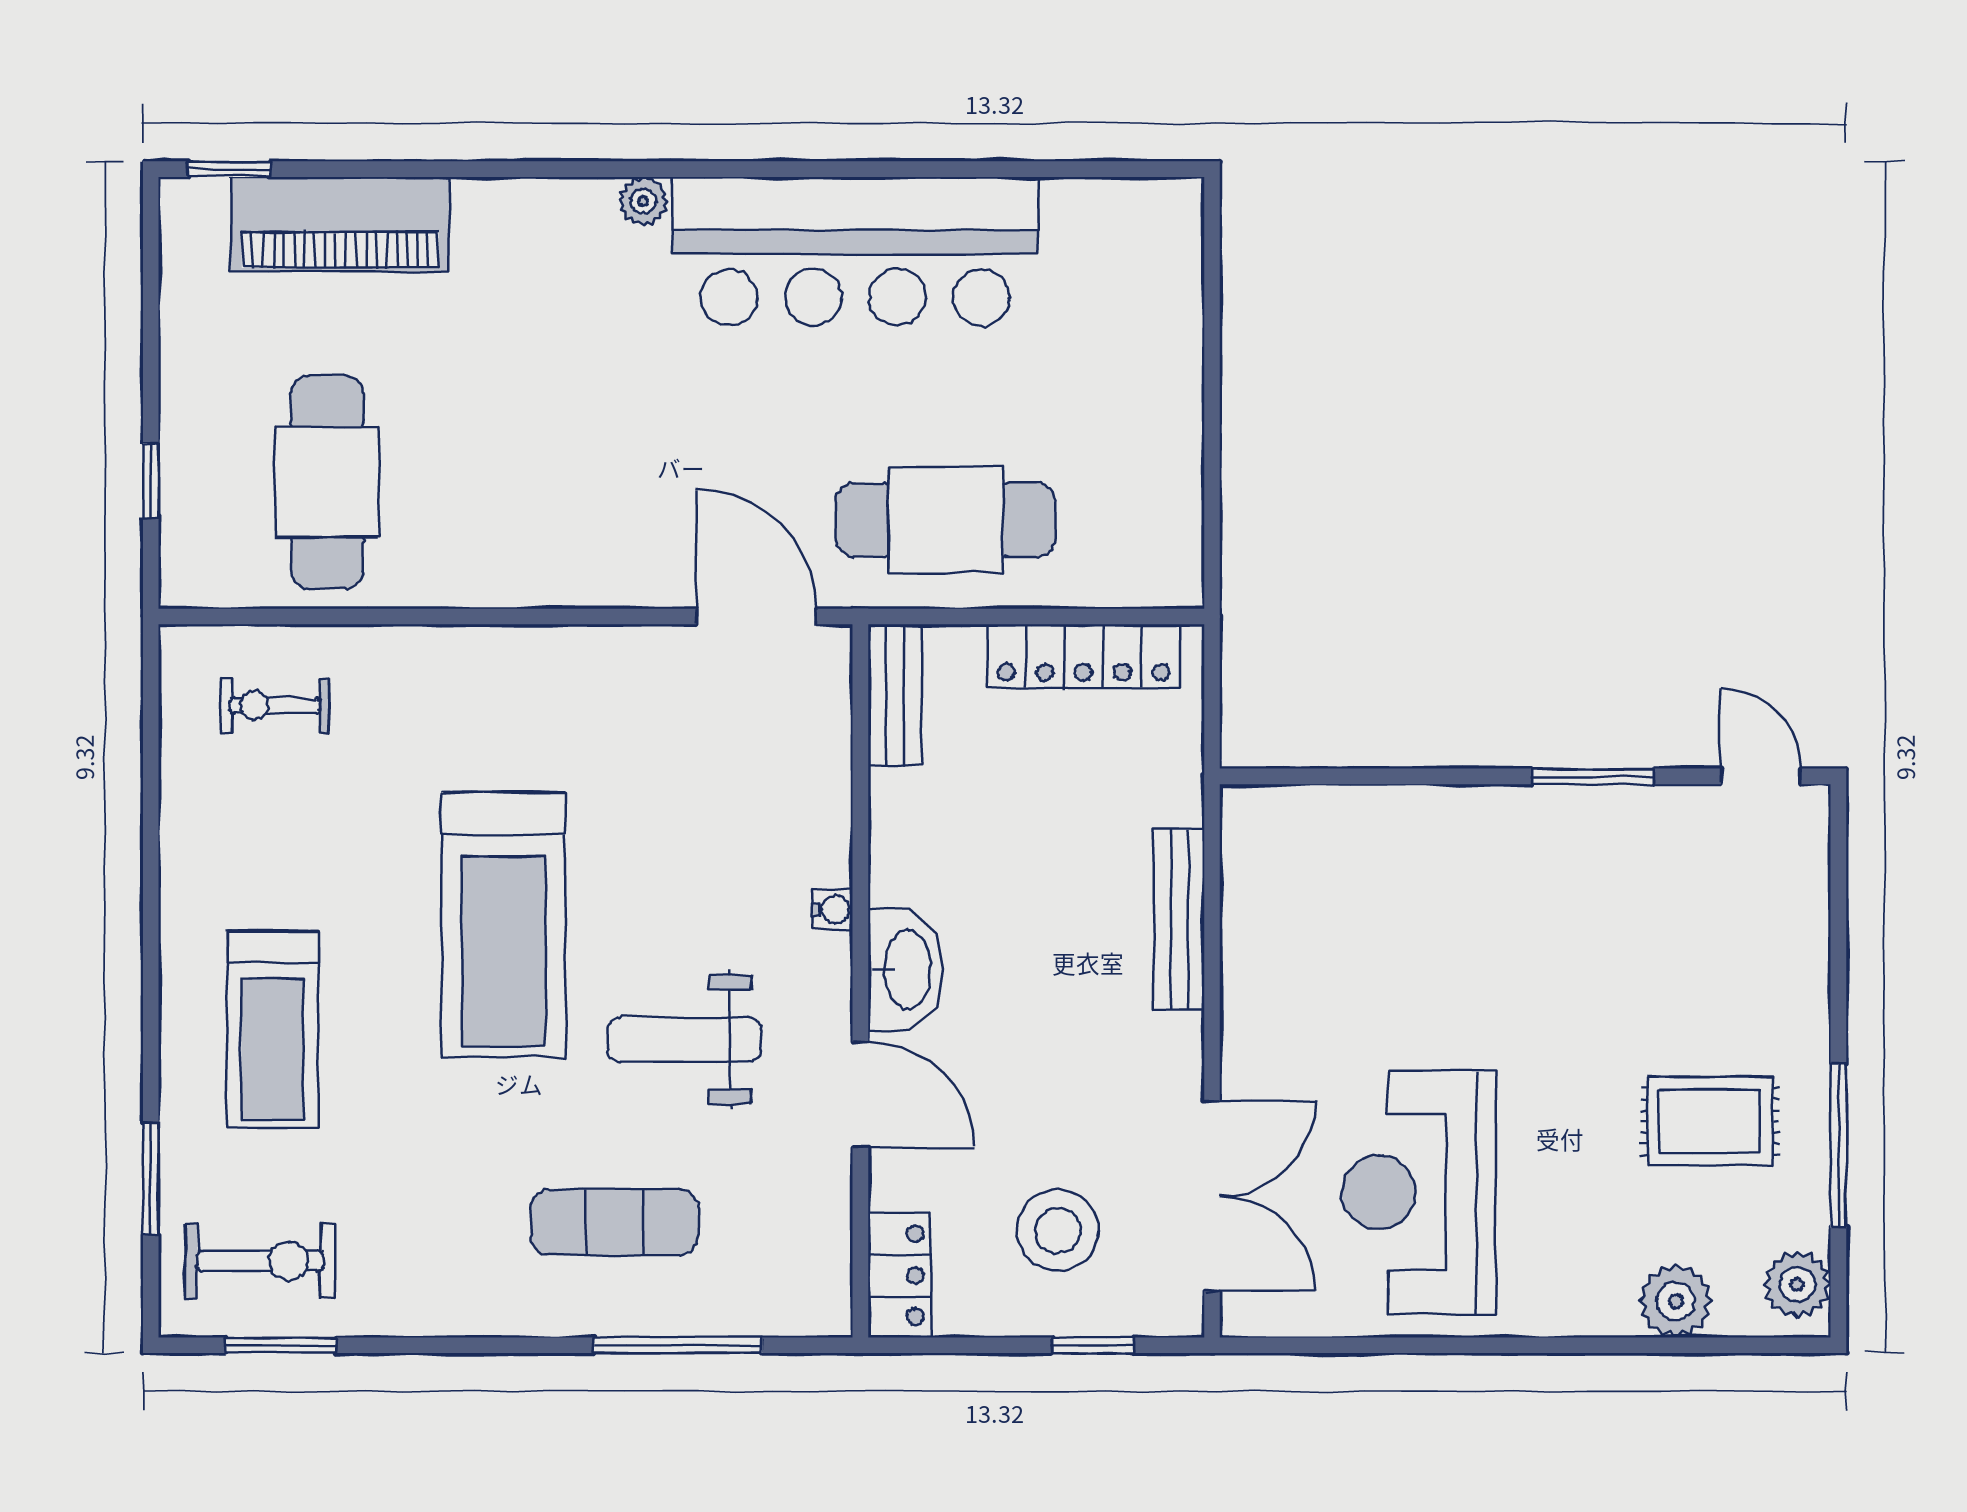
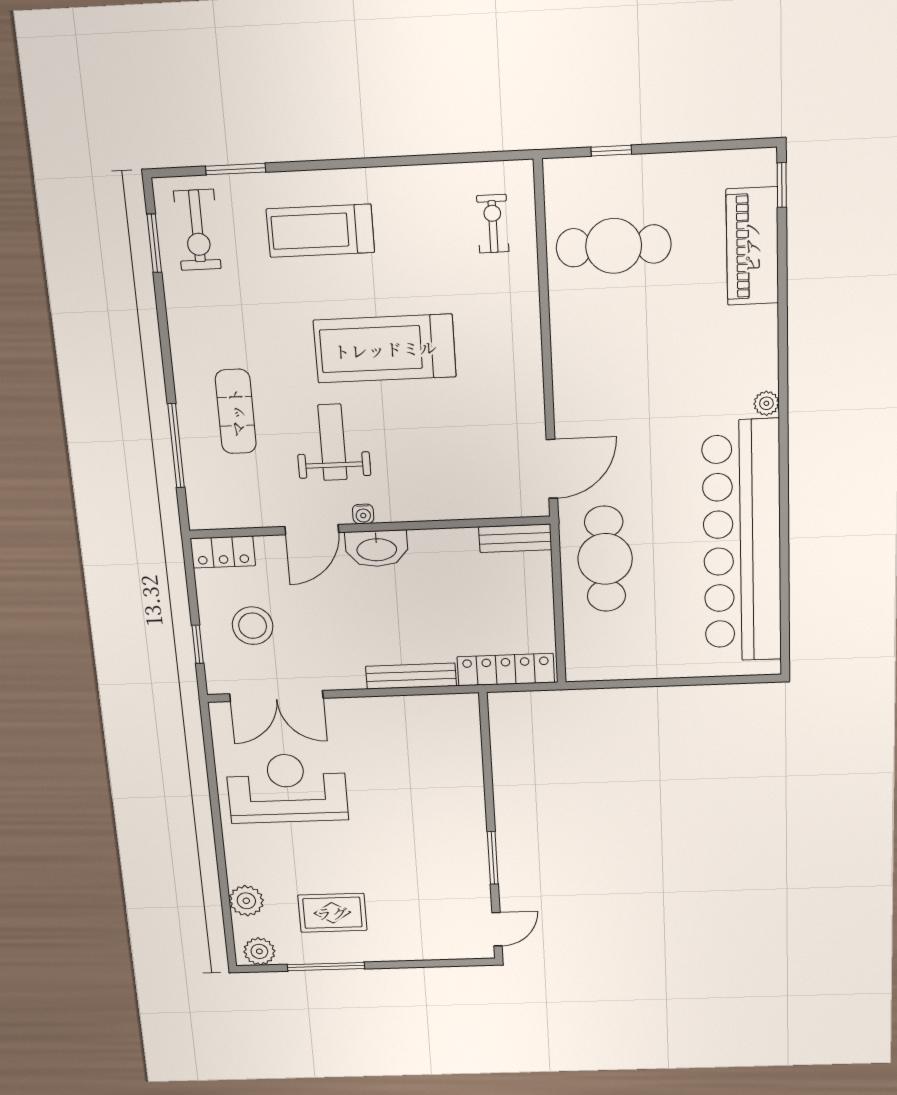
bar counter: (855, 251) -> (742, 542), width x1.36
locker: (1084, 656) -> (506, 670), moved, turned 90
water cooler: (832, 909) -> (363, 514), moved
rug: (1710, 1121) -> (332, 913), turned 90

